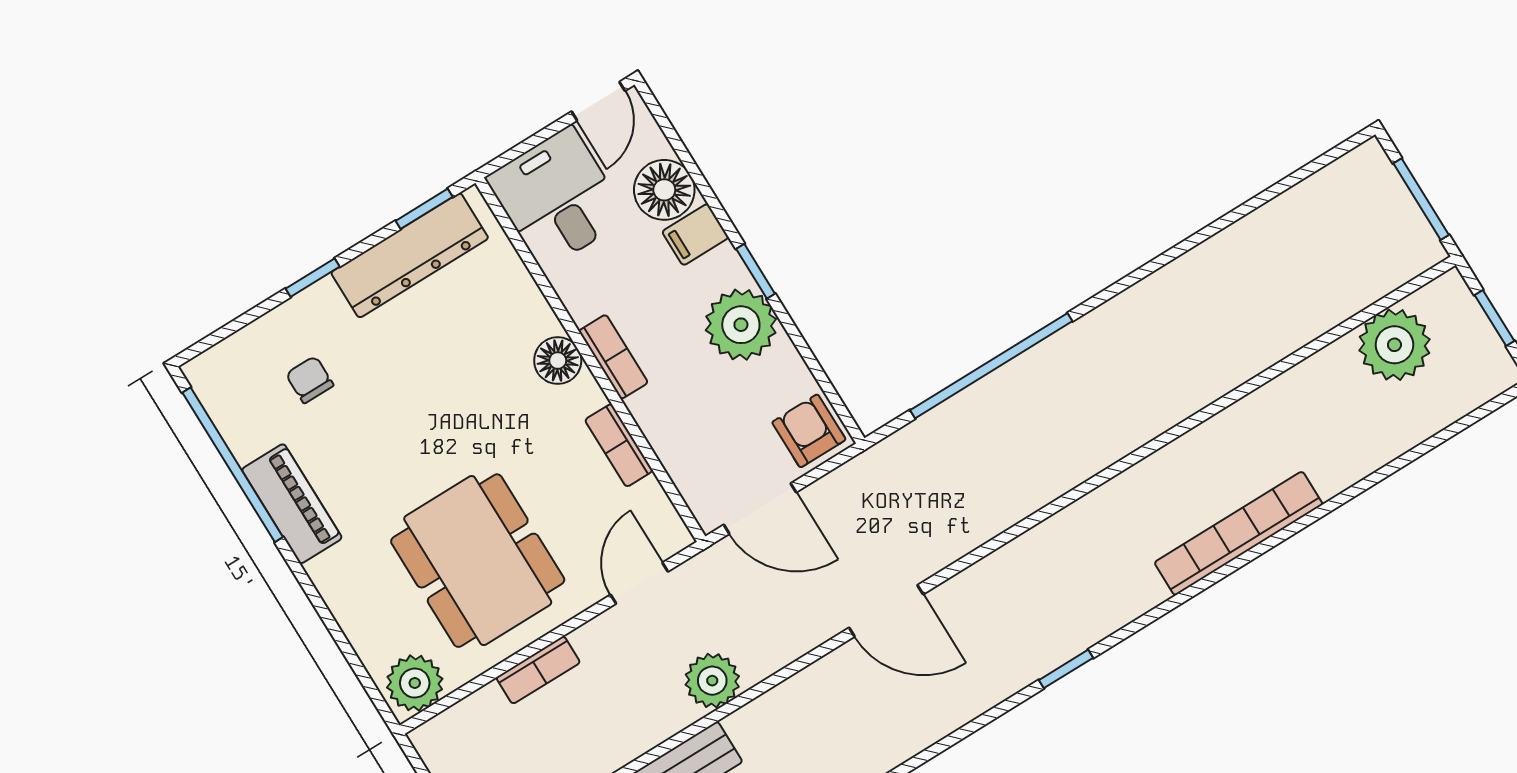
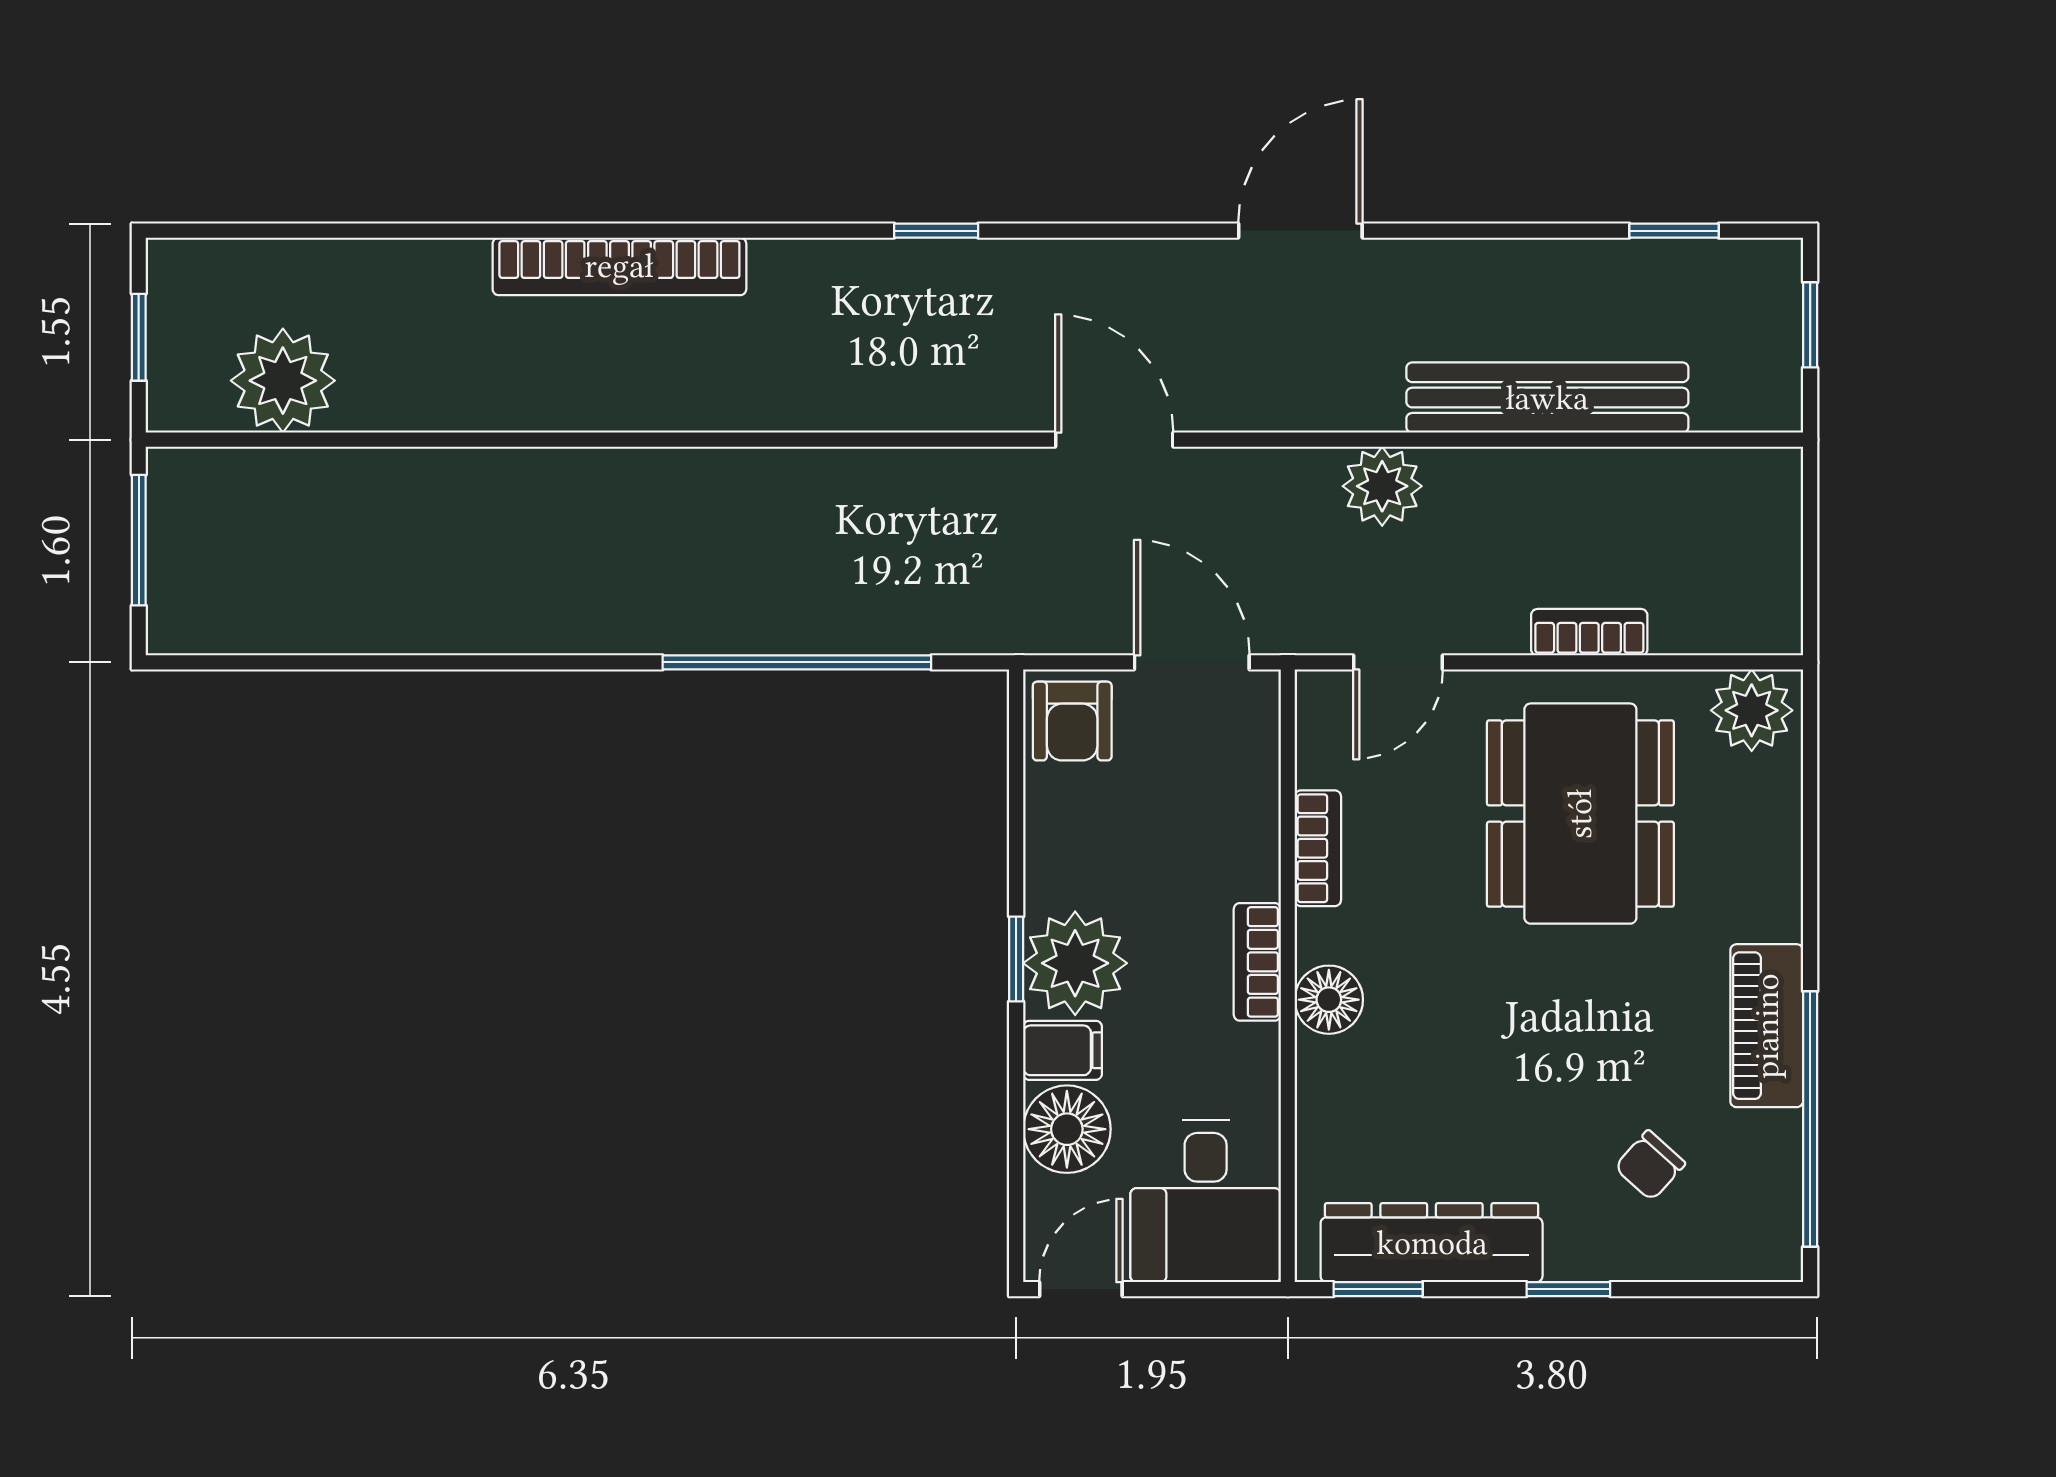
plant: (741, 325) -> (1075, 963), moved
chair: (310, 380) -> (1650, 1165), turned 42

